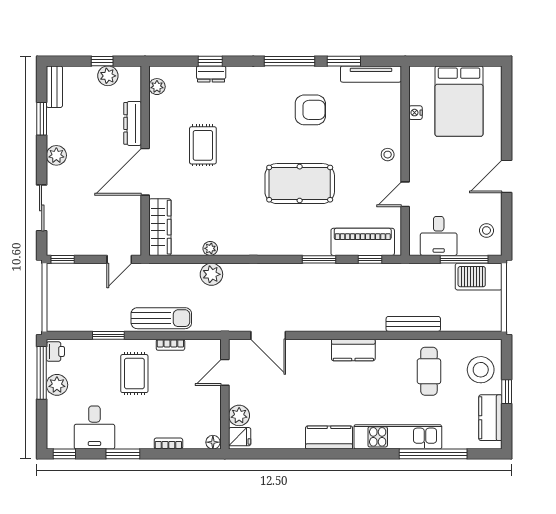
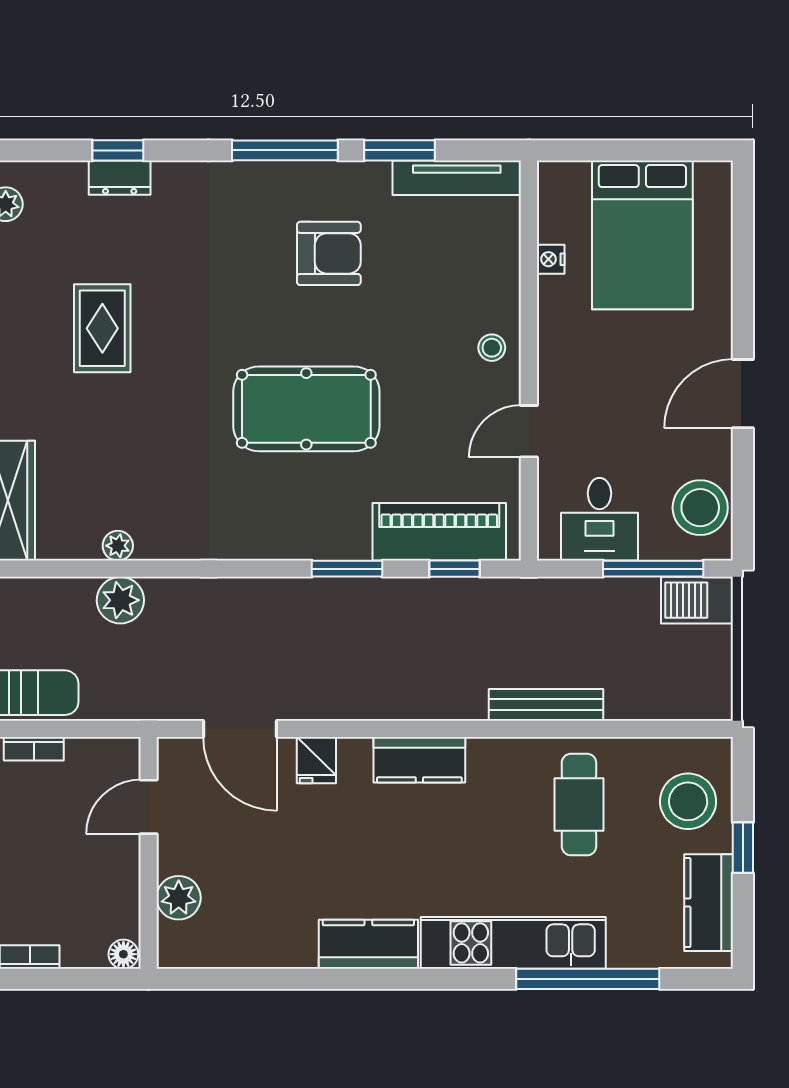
stool: (486, 230) -> (700, 508), width x1.89, depth x1.89
barbecue: (479, 277) -> (697, 600), width x0.73, depth x0.83
fridge: (240, 437) -> (316, 760), moved, turned 90

